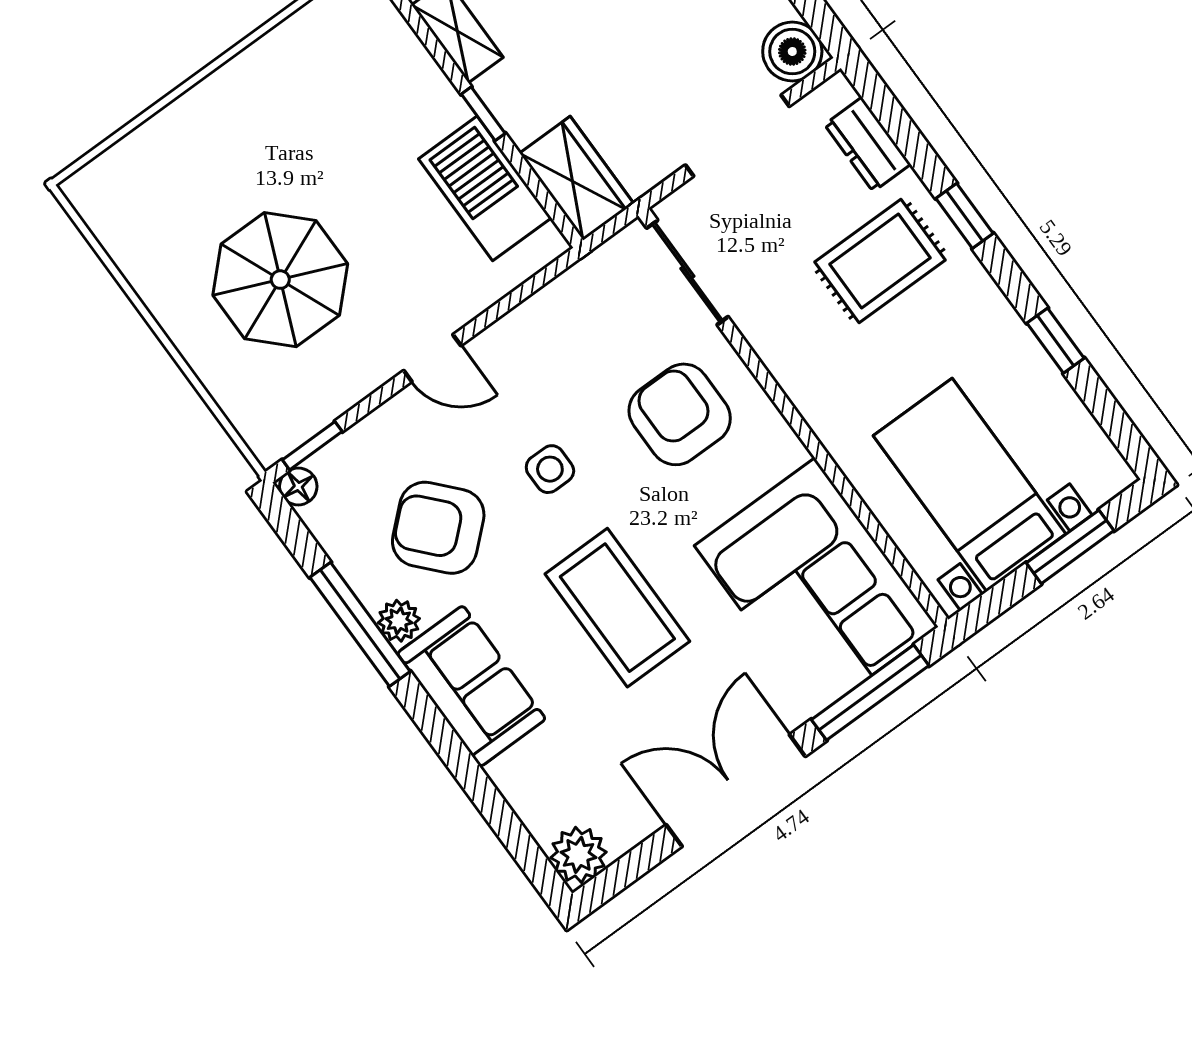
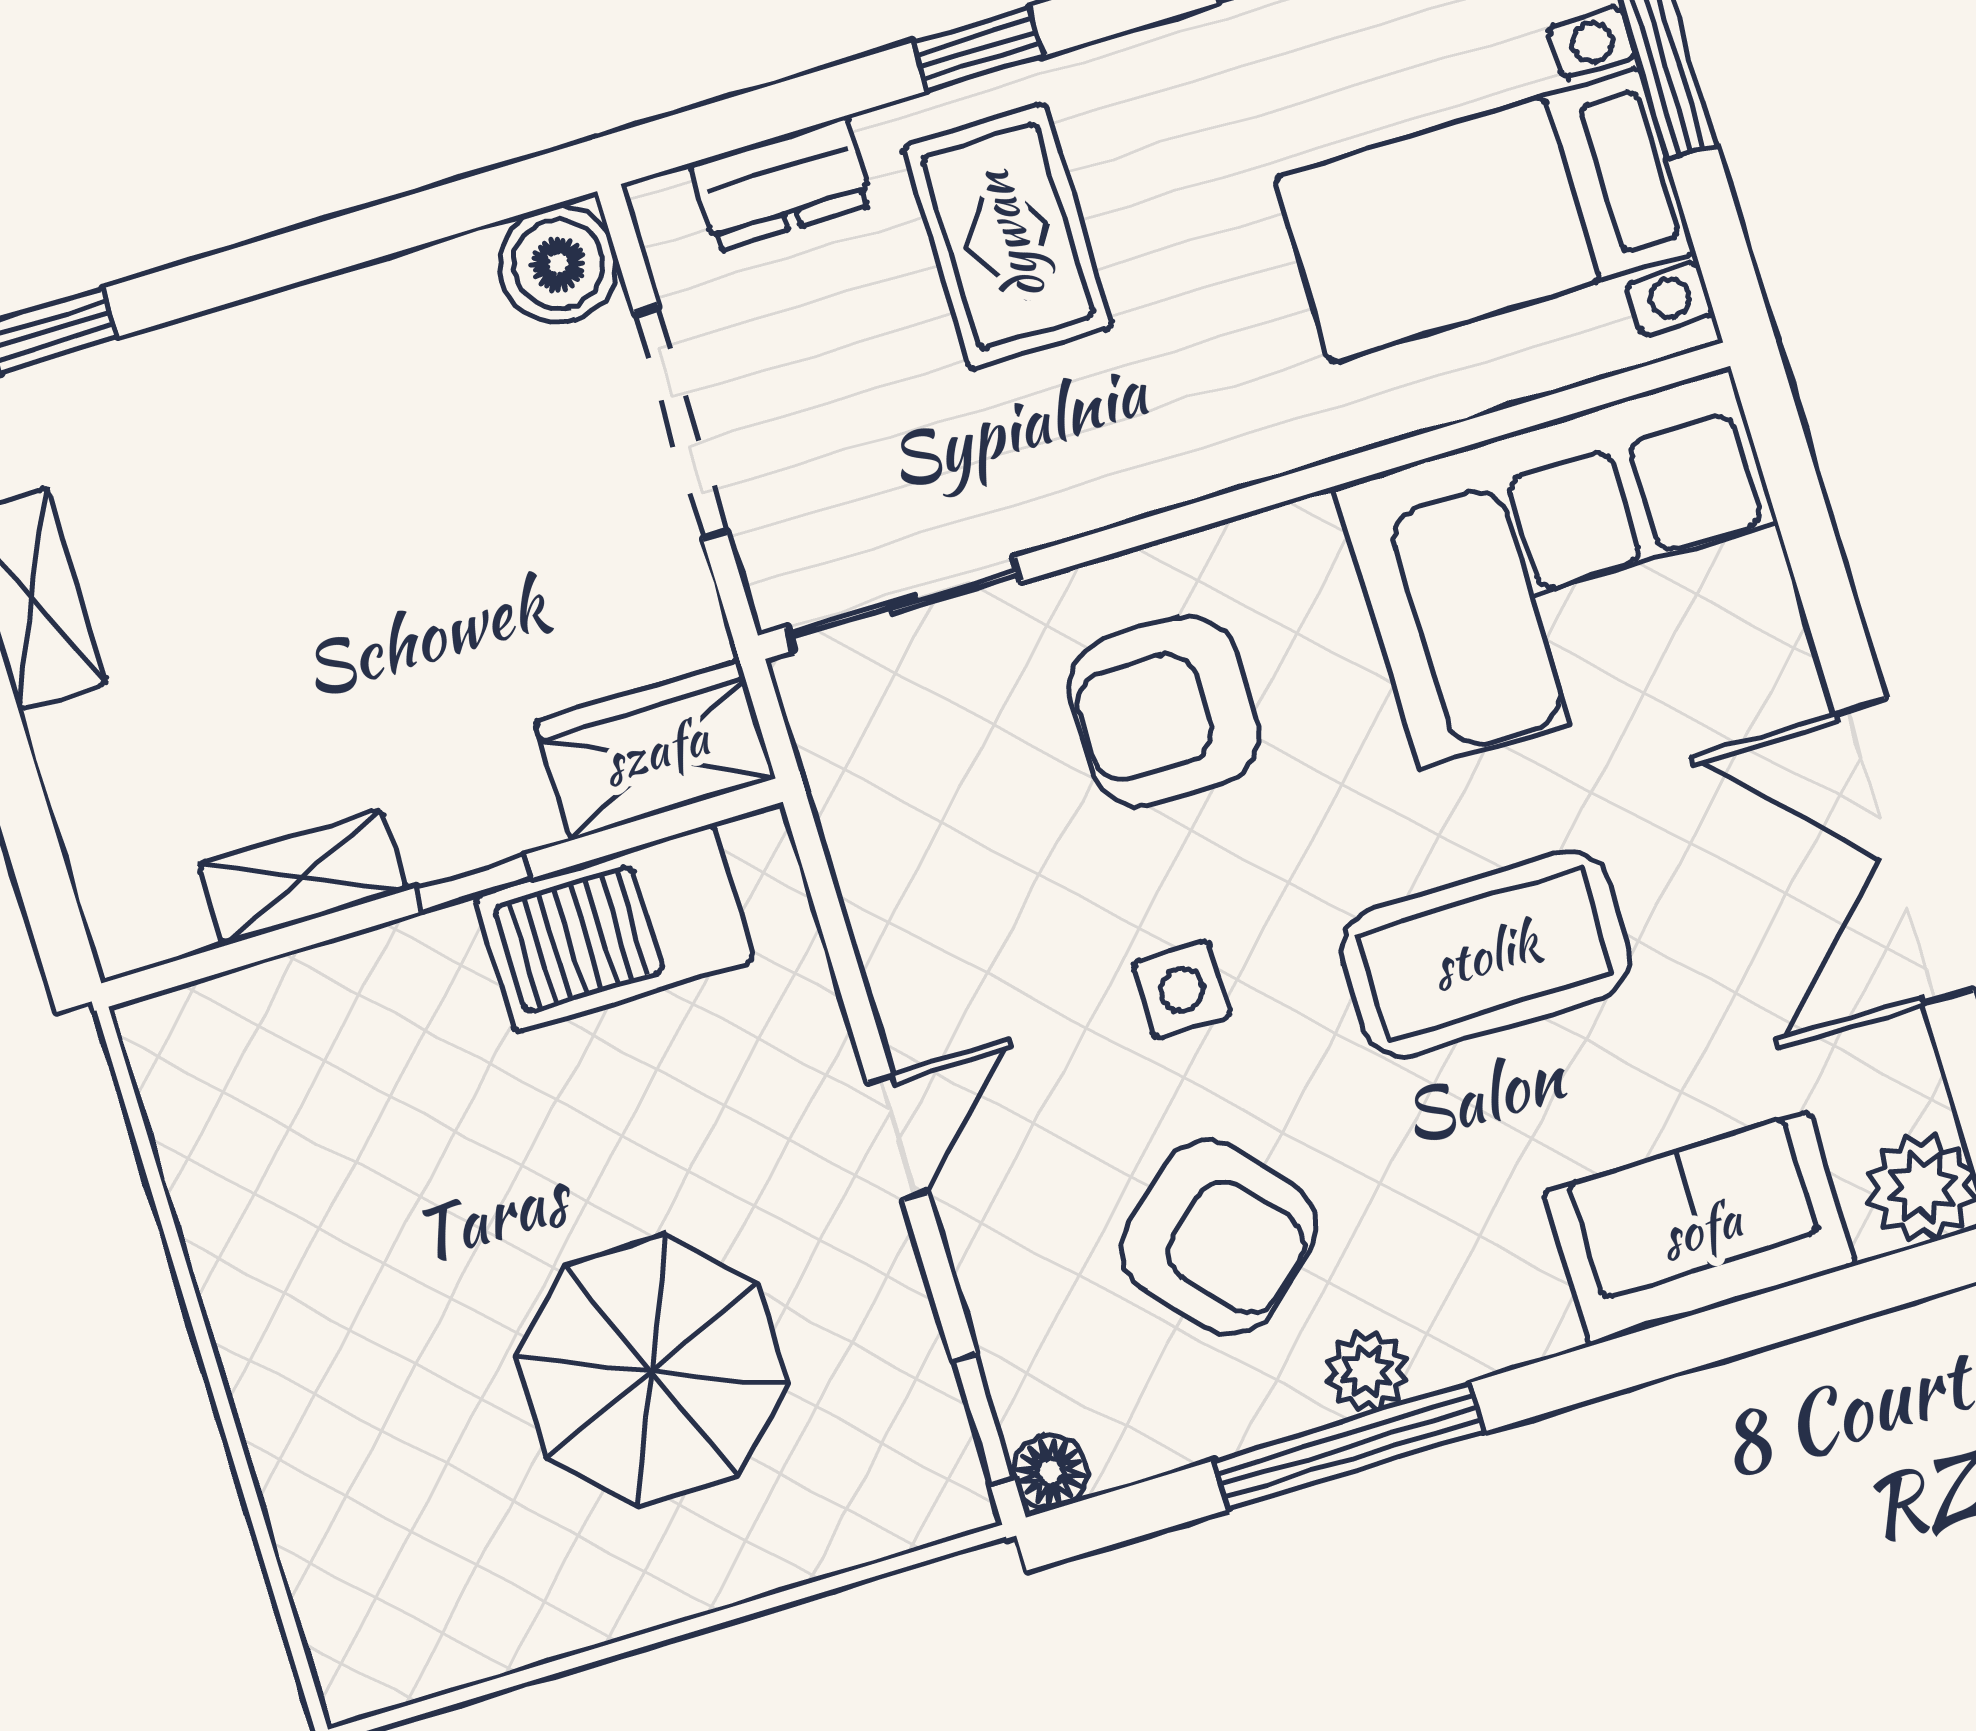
armchair: (438, 528) -> (1219, 1237), turned -90
sofa: (471, 686) -> (1700, 1228), moved
window: (870, 693) -> (1809, 536), removed

